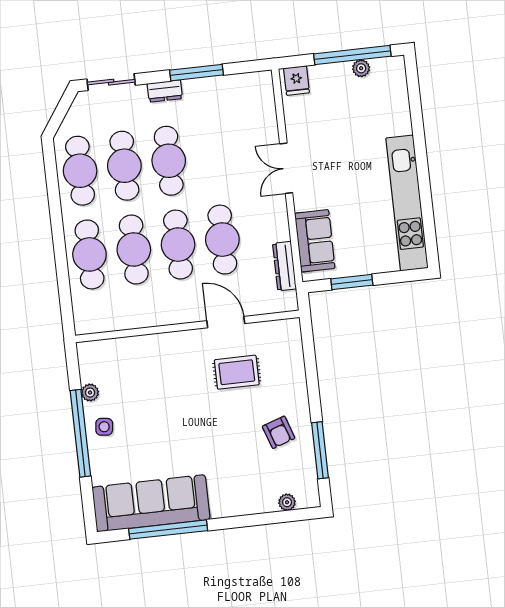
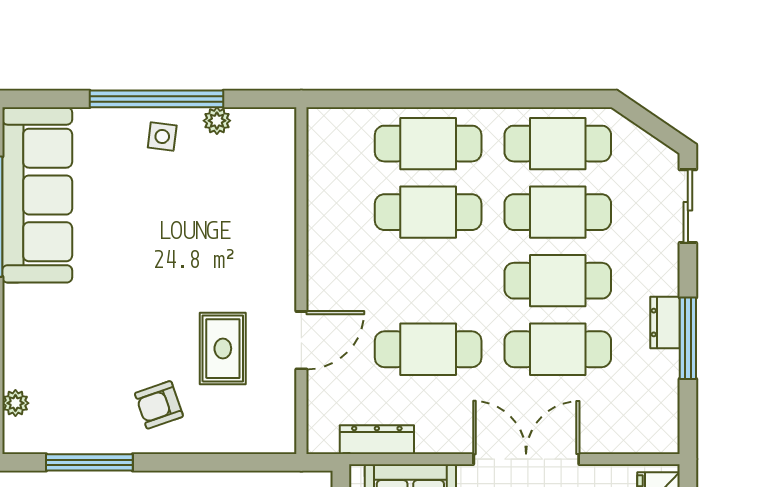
dresser: (165, 91) -> (665, 323), moved
double door: (286, 168) -> (526, 459), width x1.37
cafe table: (178, 245) -> (558, 349), moved
armchair: (279, 432) -> (159, 405), moved

